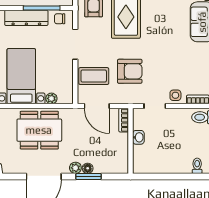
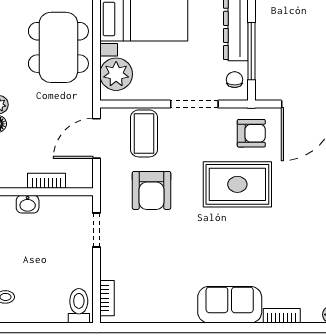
side table: (175, 95) -> (114, 263), removed
plant: (51, 98) -> (116, 74), width x1.88, depth x1.88
bookcase: (124, 120) -> (47, 181), moved
washbasin: (138, 137) -> (28, 204), moved

